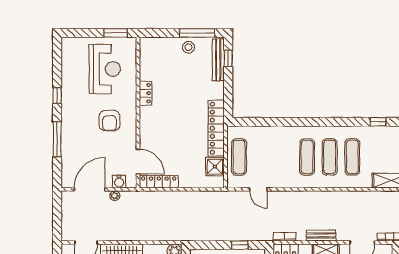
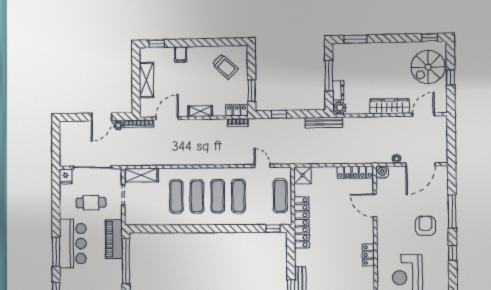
armchair: (109, 121) -> (426, 226), moved
window: (378, 122) -> (273, 228), moved
exercise mat: (284, 157) -> (238, 196), added
door: (138, 161) -> (375, 206), moved
shower: (215, 167) -> (303, 175), moved
water cooler: (119, 182) -> (382, 172), moved
bench: (321, 236) -> (324, 122), moved, width x1.36

